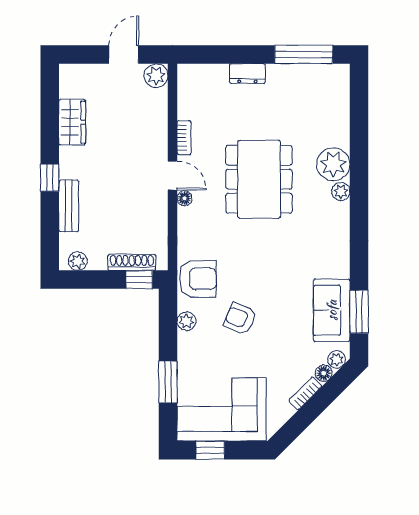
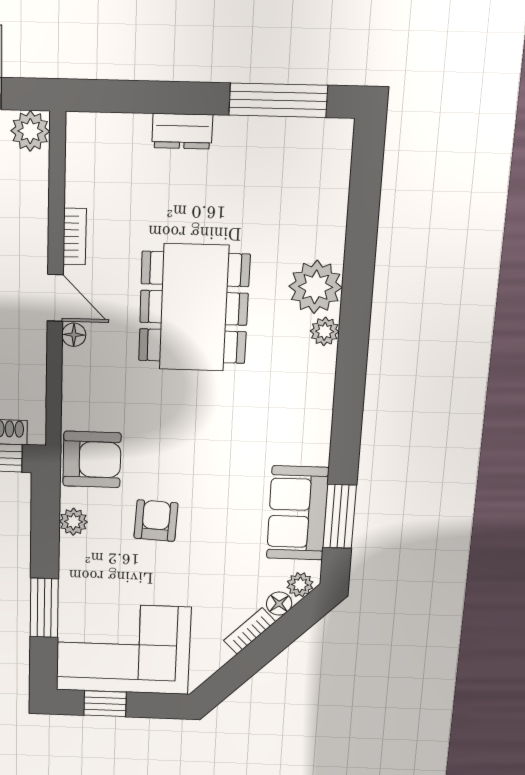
armchair: (240, 319) -> (156, 521), turned 71

